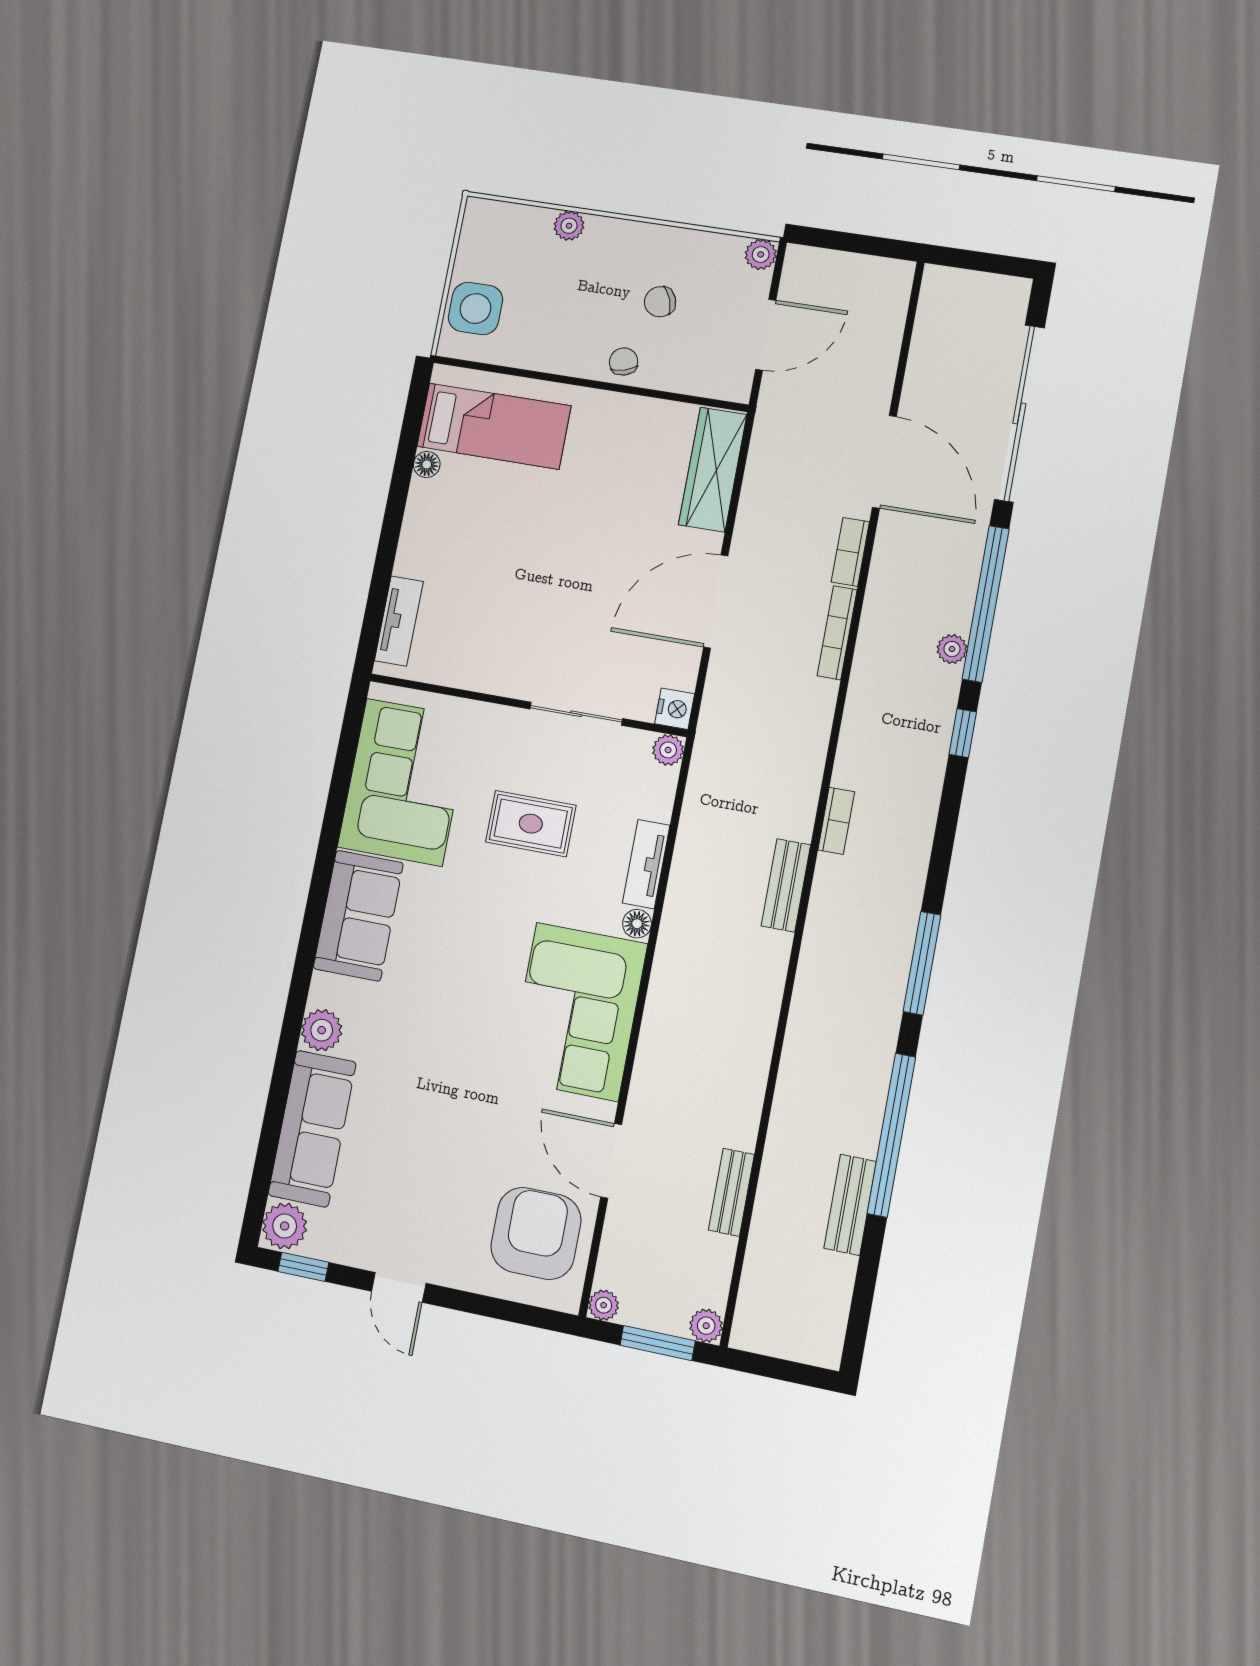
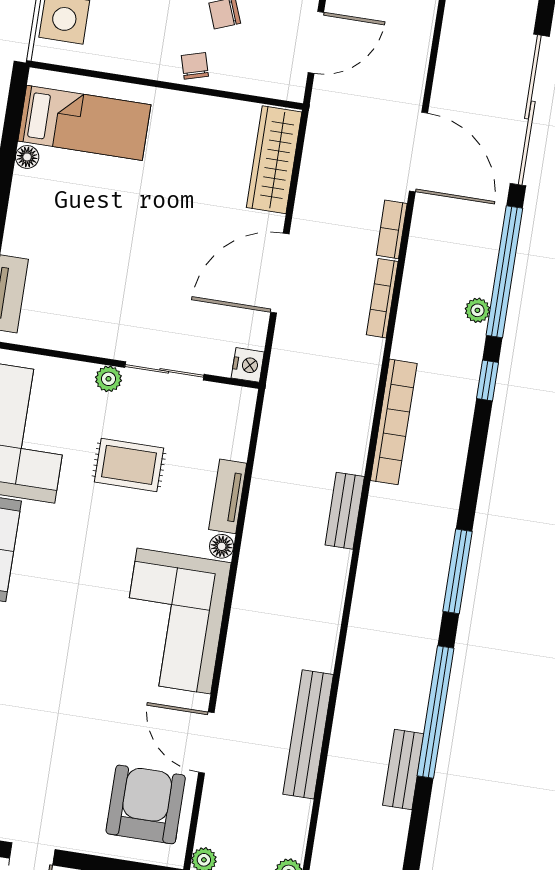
plant: (668, 750) -> (108, 379), moved
bookcase: (836, 821) -> (394, 422), width x2.31, depth x1.31
bench: (731, 1192) -> (308, 734), width x1.86, depth x1.21

